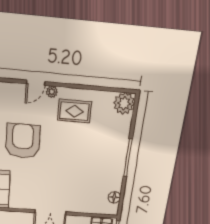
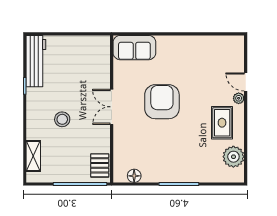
plant: (124, 103) -> (233, 157), moved
armchair: (23, 141) -> (162, 102), moved, turned -90

